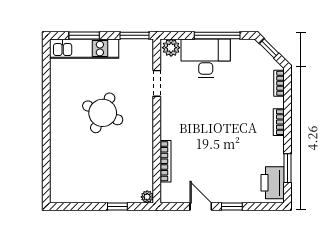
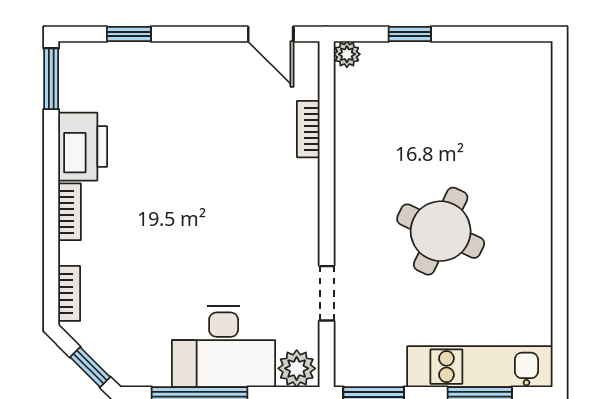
bookcase: (166, 161) -> (308, 129), width x0.64
window: (288, 168) -> (51, 79), moved
printer: (273, 183) -> (83, 147), moved
door: (201, 206) -> (271, 34), moved
window: (232, 206) -> (129, 34), moved

